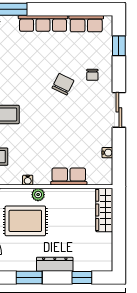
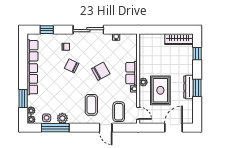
sliding door: (119, 110) -> (88, 30), width x1.37
chair: (55, 129) -> (101, 71), added
row of seats: (69, 176) -> (132, 73), moved
wardrobe: (104, 210) -> (179, 39), moved
dresser: (55, 264) -> (189, 87), moved

